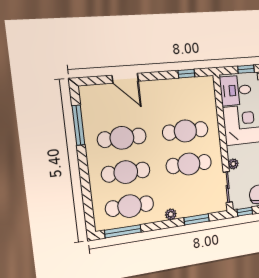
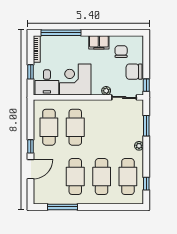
window: (186, 74) -> (31, 146), moved
cafe table: (189, 164) -> (49, 127), moved
window: (123, 231) -> (146, 184), width x0.46

